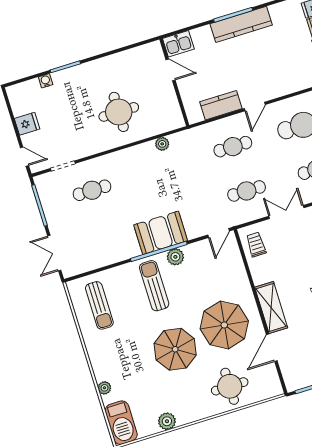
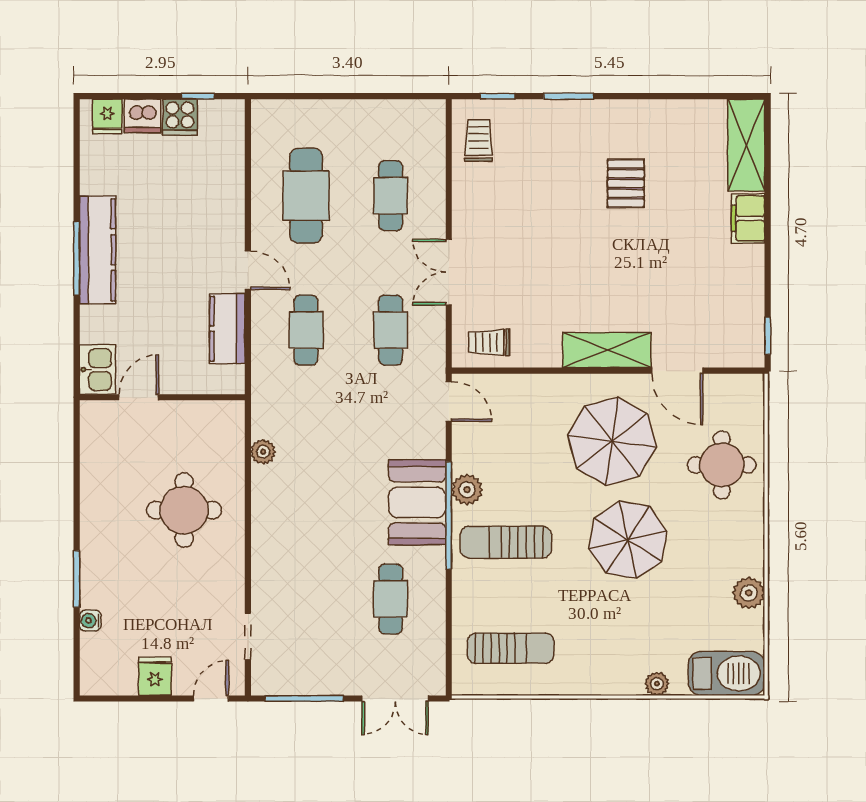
cafe table: (92, 190) -> (391, 599), moved

